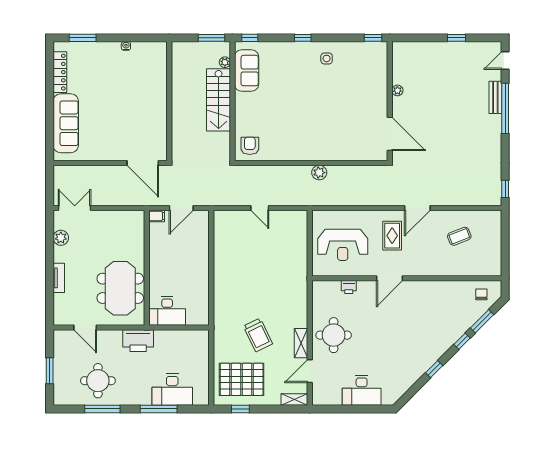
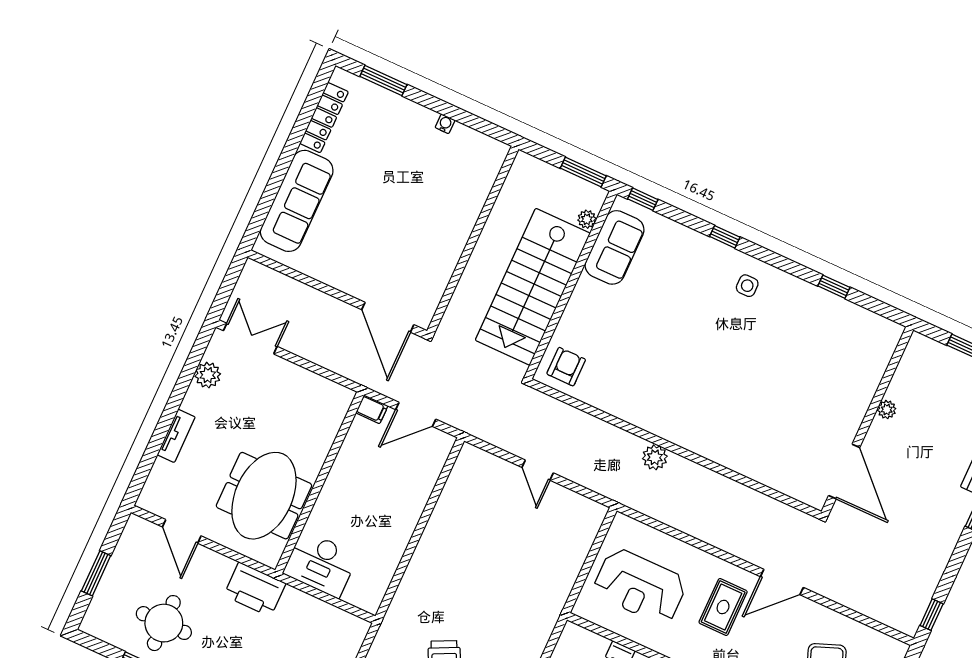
plant: (397, 90) -> (887, 410), moved
stairs: (219, 100) -> (533, 287), width x1.36, depth x1.51
wall: (390, 101) -> (867, 421), moved
door: (390, 134) -> (844, 472), moved

